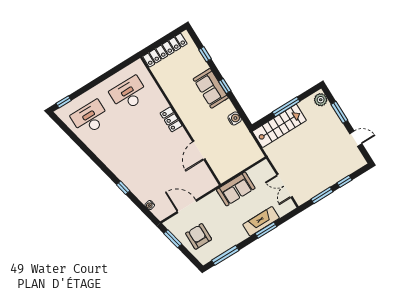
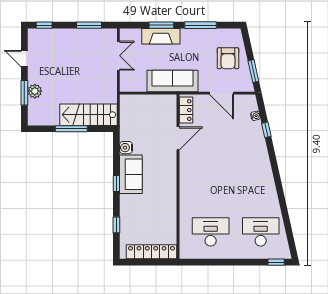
sofa: (211, 88) -> (131, 174), moved
desk: (129, 94) -> (211, 232), turned 180
plant: (321, 100) -> (35, 91), moved
desk: (90, 118) -> (261, 232), turned 180
locker: (171, 119) -> (186, 110), moved
window: (344, 181) -> (44, 25), moved
window: (123, 188) -> (266, 130), moved
sofa: (236, 189) -> (173, 81), width x1.36
window: (225, 255) -> (200, 25), moved

